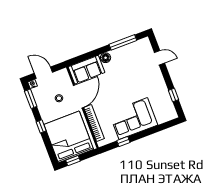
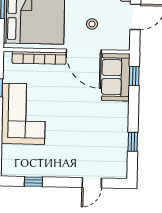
window: (123, 42) -> (133, 142), width x0.46
window: (81, 58) -> (134, 76), added
floor lamp: (106, 58) -> (121, 110), removed

